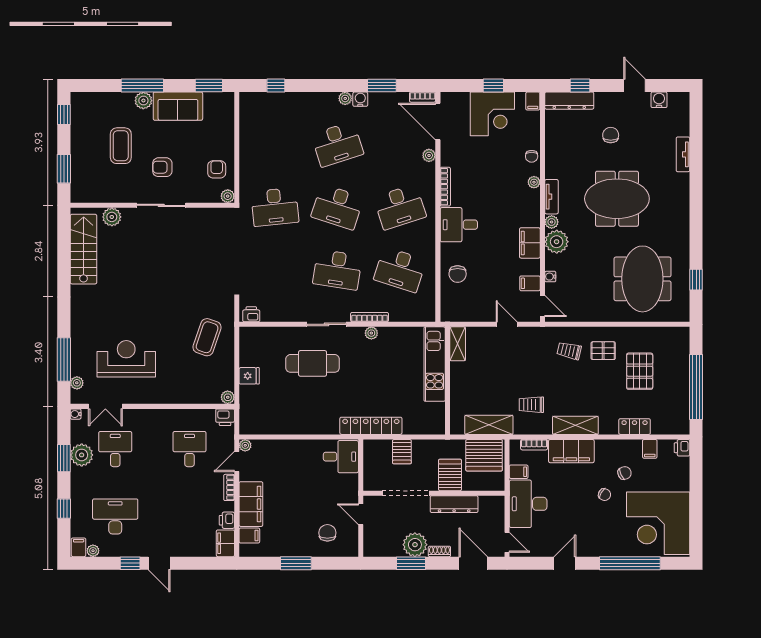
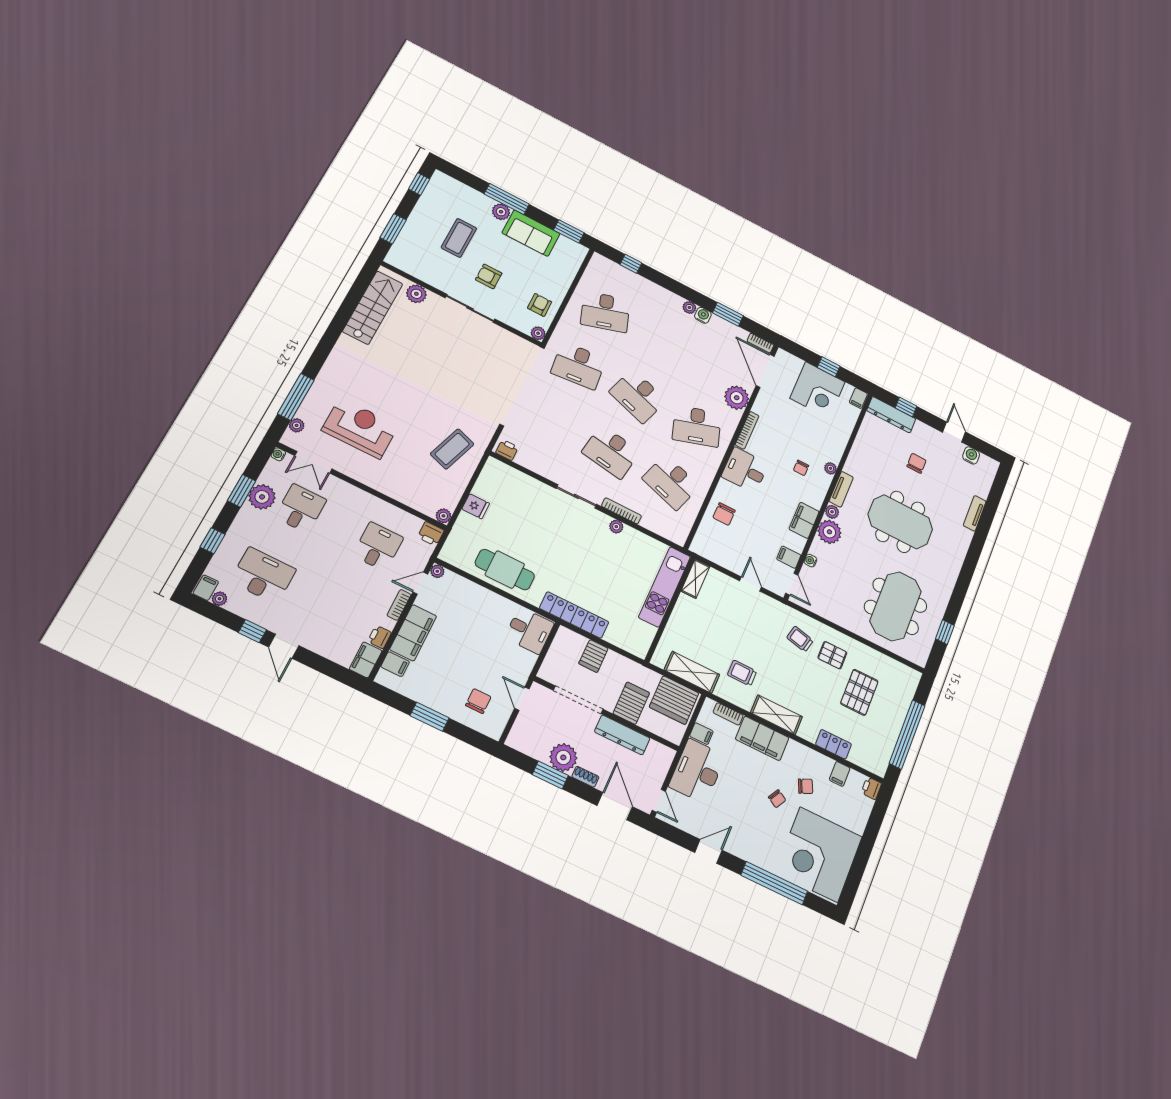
desk: (337, 144) -> (605, 312), moved
plant: (429, 155) -> (737, 398), width x1.87, depth x1.87
chair: (532, 156) -> (801, 468), moved
cafe table: (313, 363) -> (505, 570), moved

